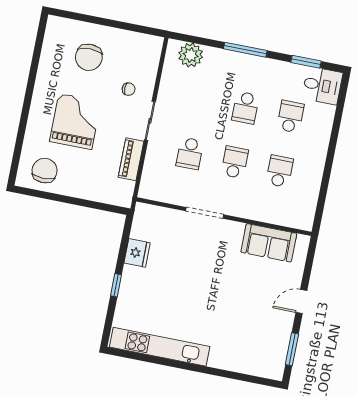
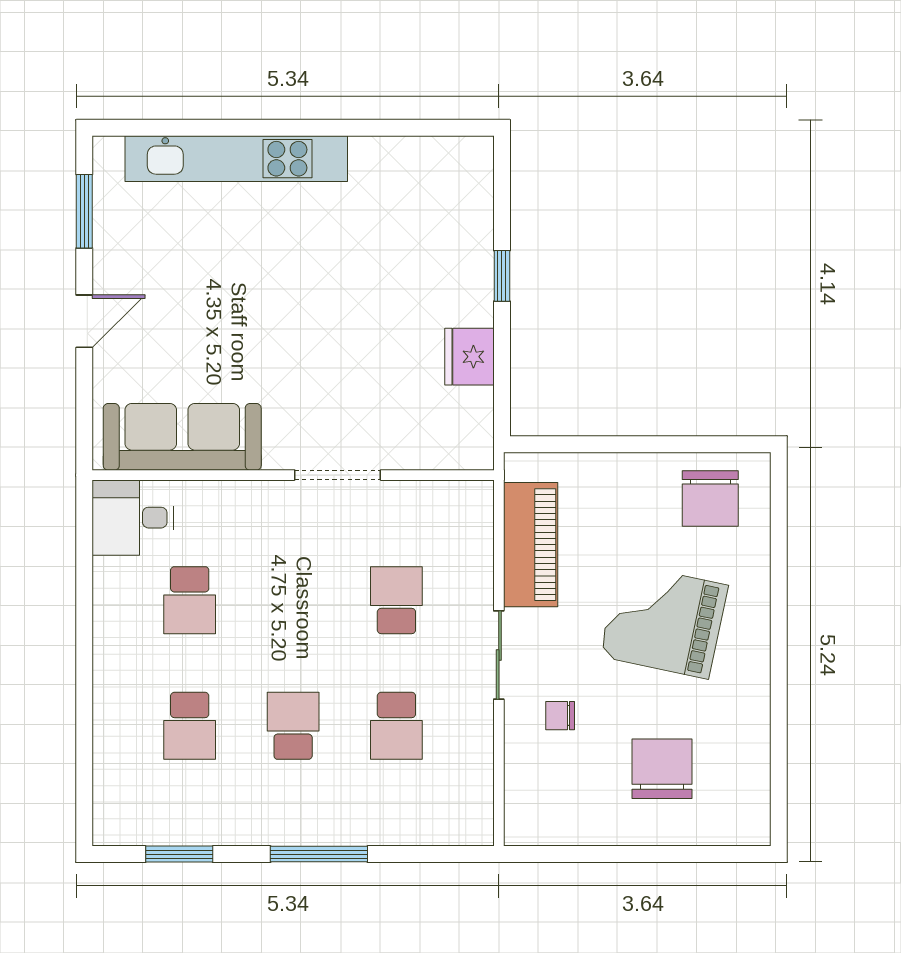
plant: (191, 55) -> (438, 818), removed
desk: (322, 86) -> (133, 518), moved
grand piano: (75, 121) -> (664, 621), turned 102
piano: (131, 159) -> (531, 545), width x1.37, depth x1.33
school desk: (235, 162) -> (396, 726), moved
sofa: (269, 243) -> (182, 437), width x1.36
kitchen unit: (160, 347) -> (236, 159), moved

